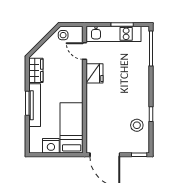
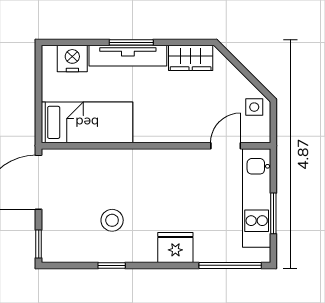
fridge: (95, 73) -> (175, 248), moved, turned 180
stool: (137, 125) -> (112, 220), moved
nightstand: (51, 146) -> (72, 59), moved, turned 90

